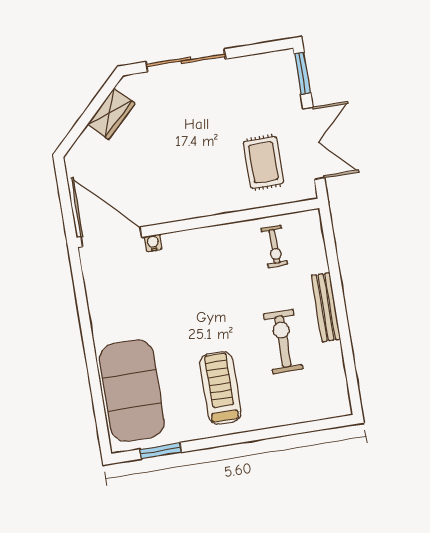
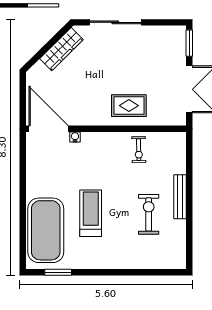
wardrobe: (111, 114) -> (61, 49), width x1.50
rug: (263, 162) -> (129, 106), moved, turned 90
exercise bike: (274, 246) -> (139, 150), moved
treadmill: (220, 388) -> (91, 213), moved

